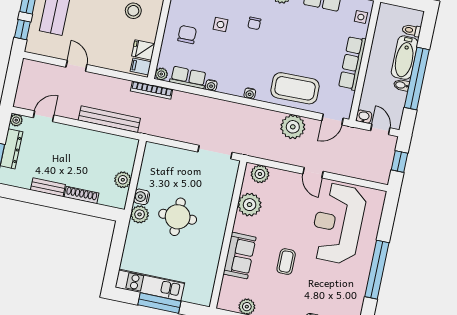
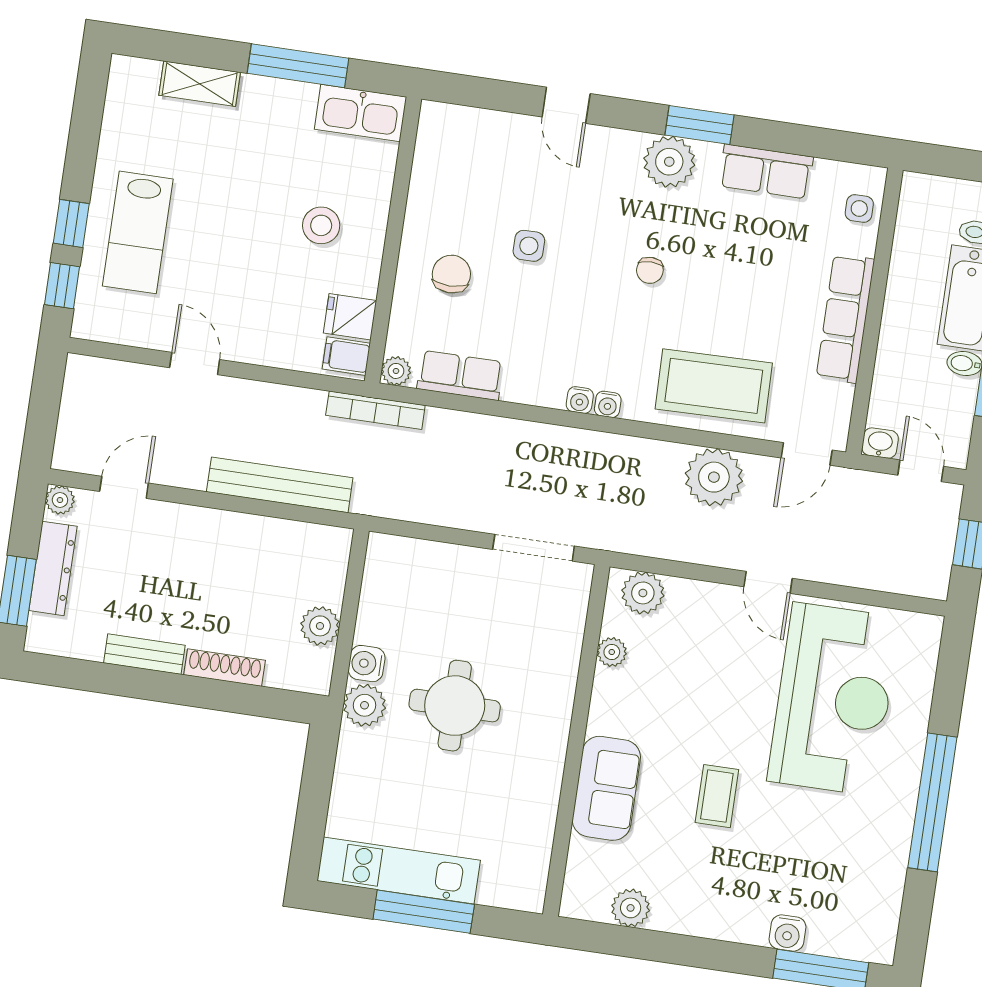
chair: (254, 23) -> (650, 270), moved
water cooler: (211, 85) -> (580, 400), moved
plant: (250, 205) -> (612, 652), width x0.53, depth x0.53
reception desk: (338, 224) -> (834, 699), turned 180

